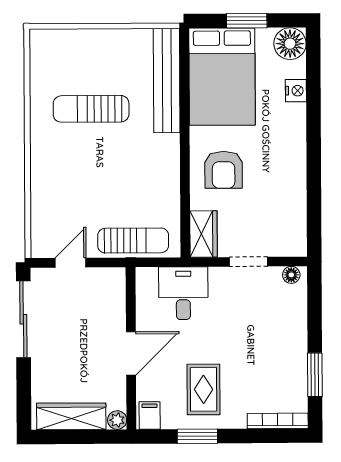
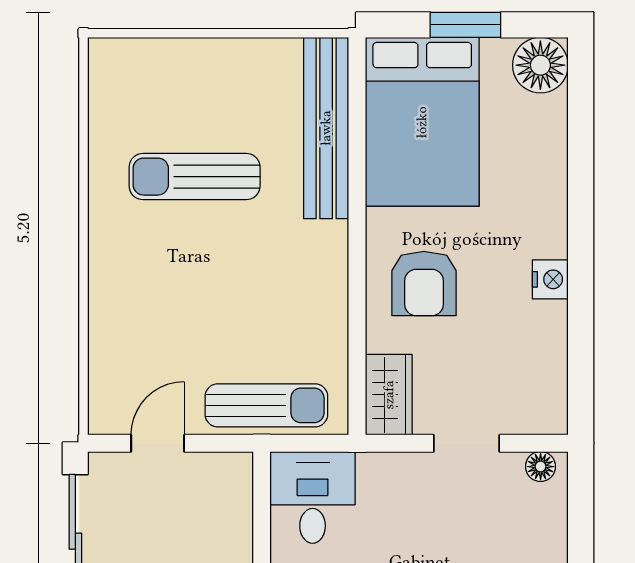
nightstand: (296, 91) -> (550, 279), moved
desk: (183, 293) -> (313, 497), moved

